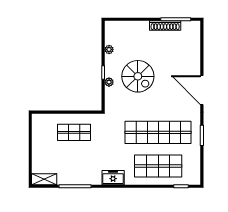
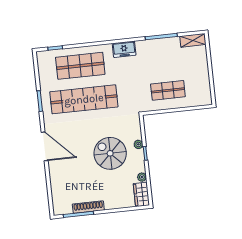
wardrobe: (111, 32) -> (141, 194), added

